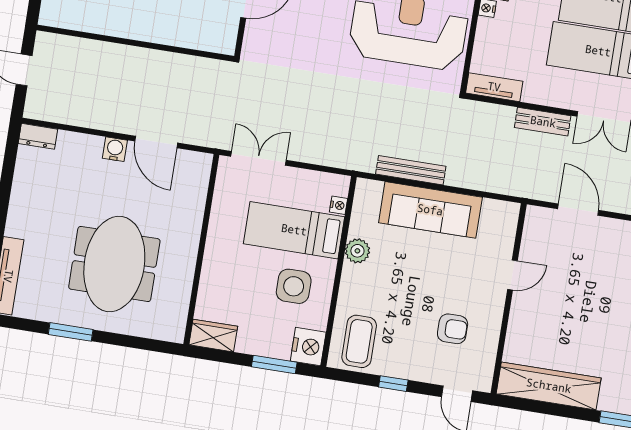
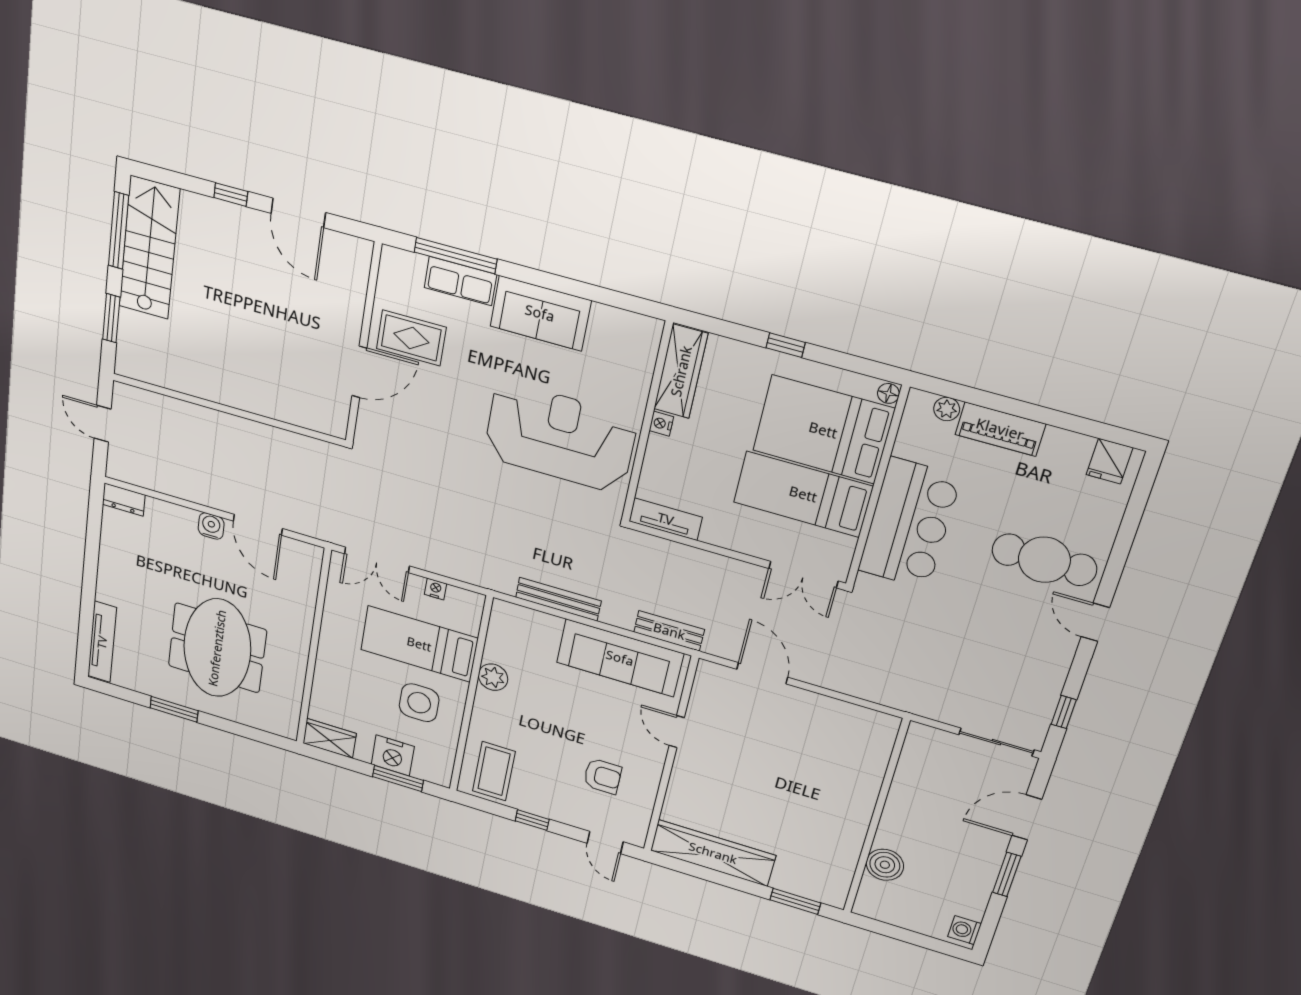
bench: (543, 122) -> (669, 631), moved
double door: (258, 158) -> (377, 560), swing flipped
nightstand: (338, 205) -> (436, 589), moved, turned -90
sofa: (430, 210) -> (620, 658), moved
door: (512, 275) -> (677, 732), swing flipped
nightstand: (308, 347) -> (393, 755), moved, turned 90

